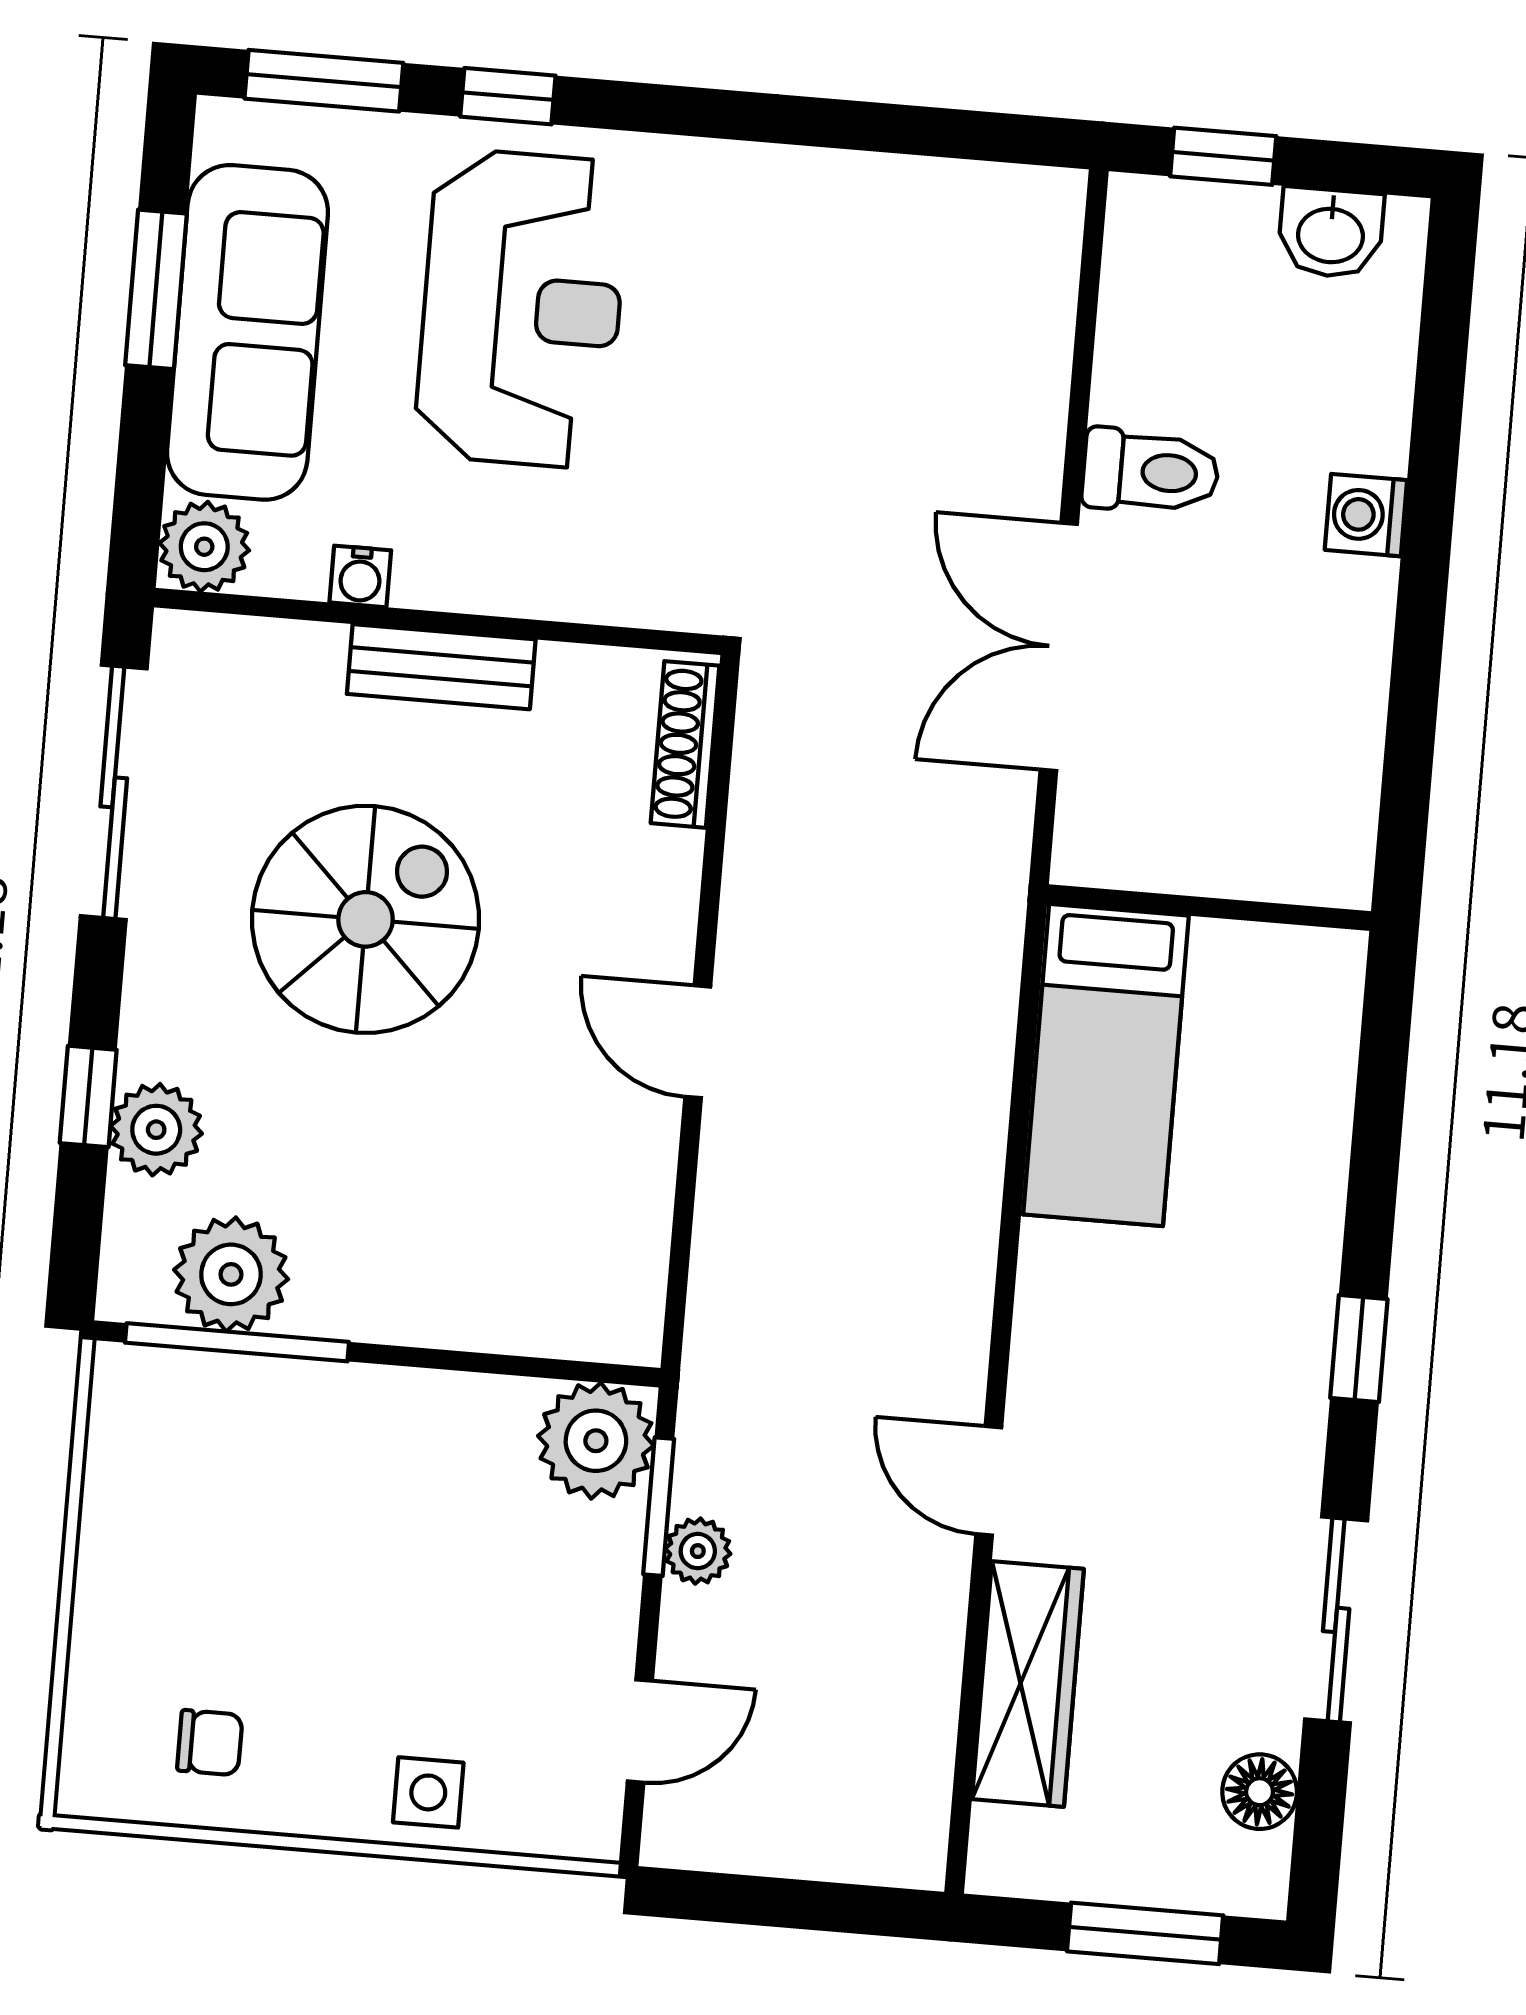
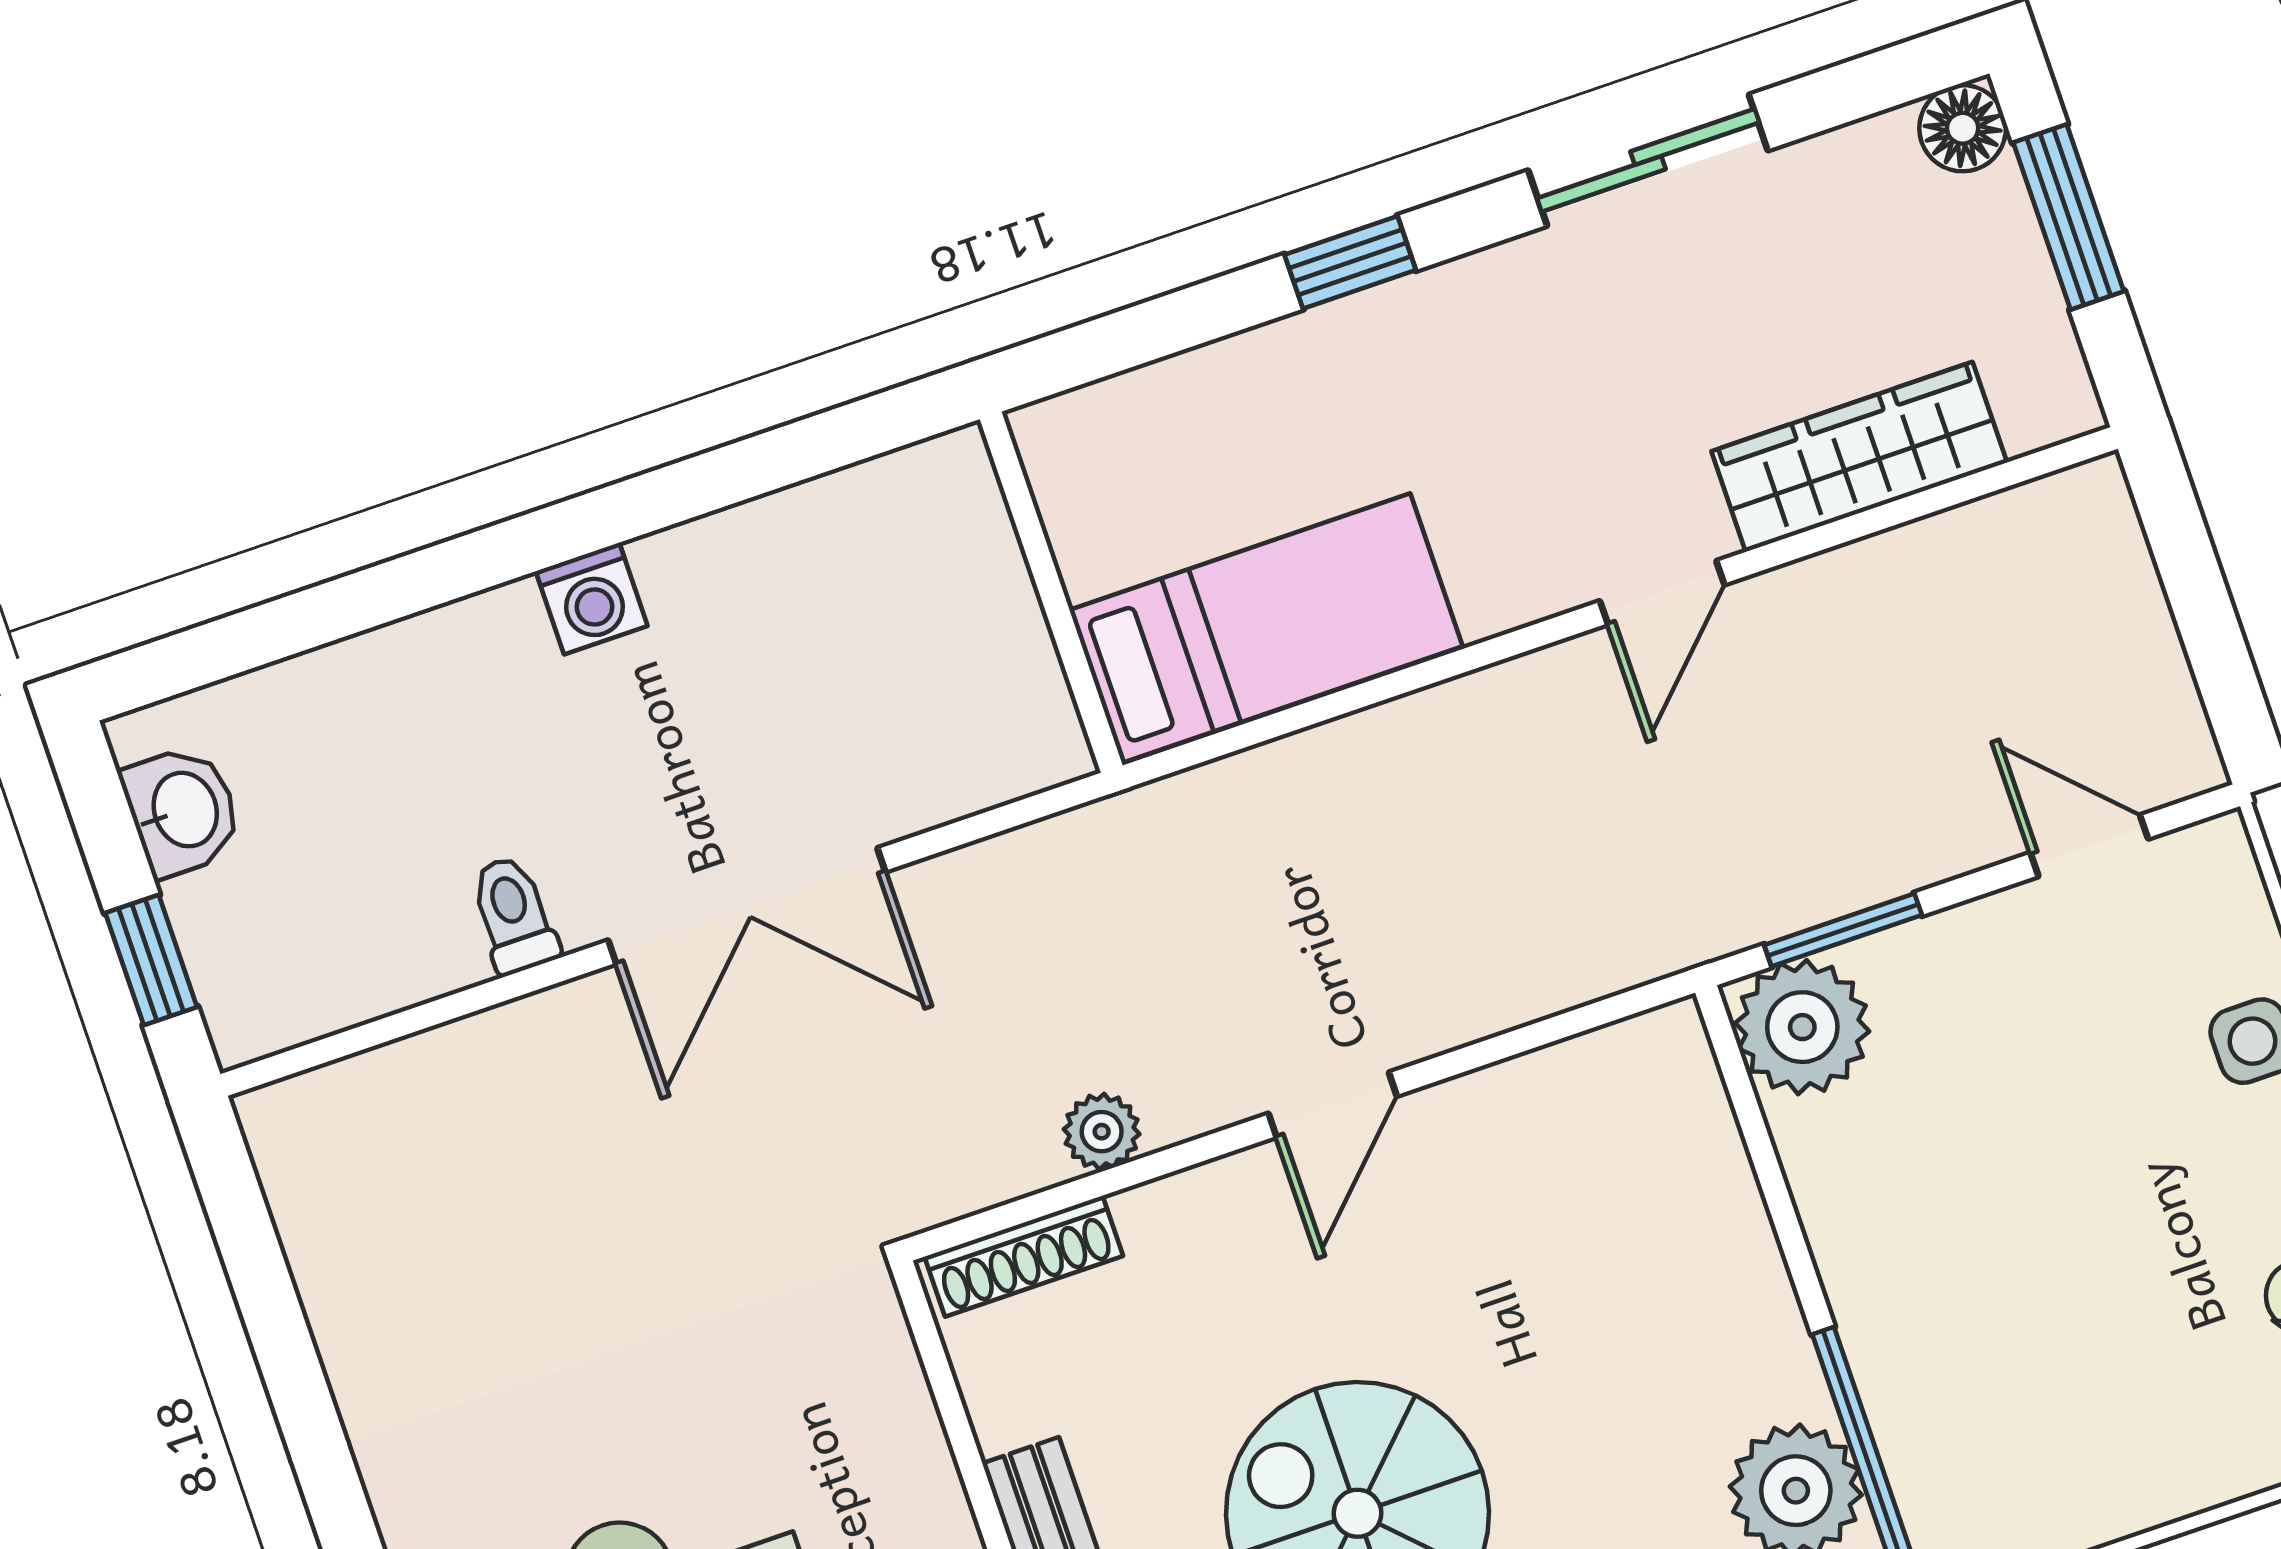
toilet: (1151, 472) -> (514, 915), width x0.73, depth x0.72
washing machine: (1366, 515) -> (592, 599), moved
wall: (1209, 908) -> (1051, 592), moved
bed: (1106, 1065) -> (1266, 628), moved
plant: (698, 1551) -> (1102, 1132), moved
floor lamp: (1260, 1792) -> (1963, 128), moved

